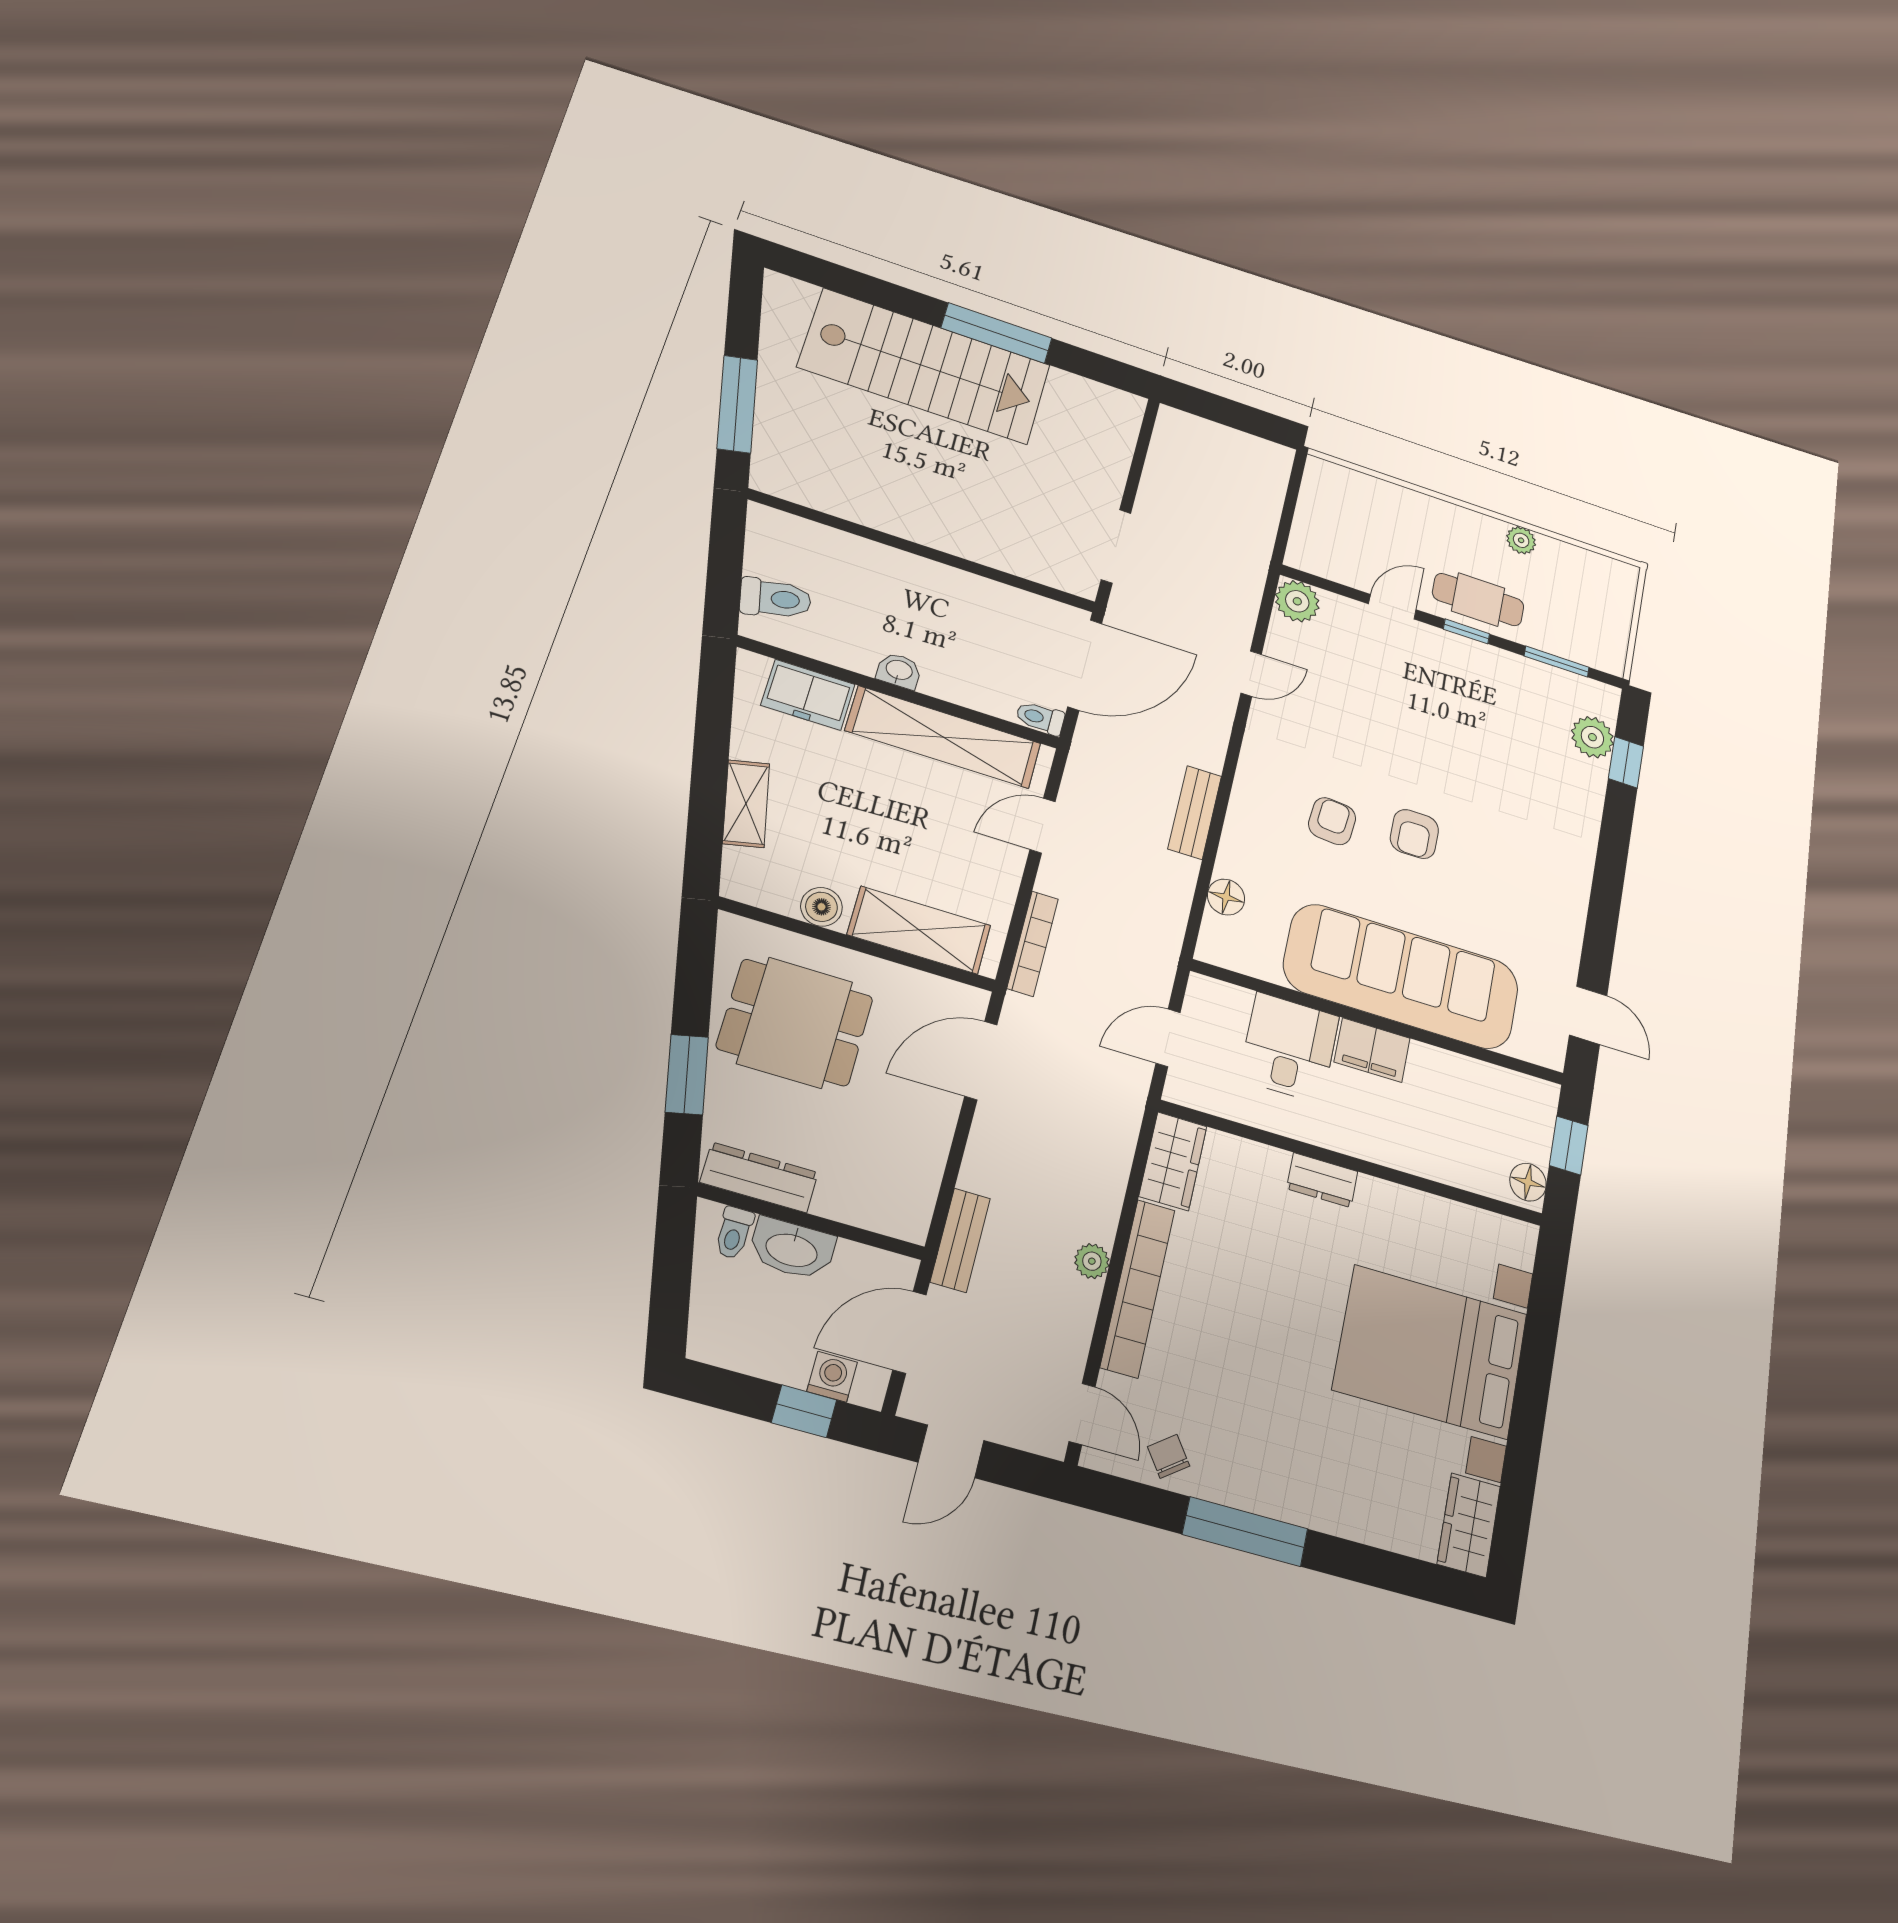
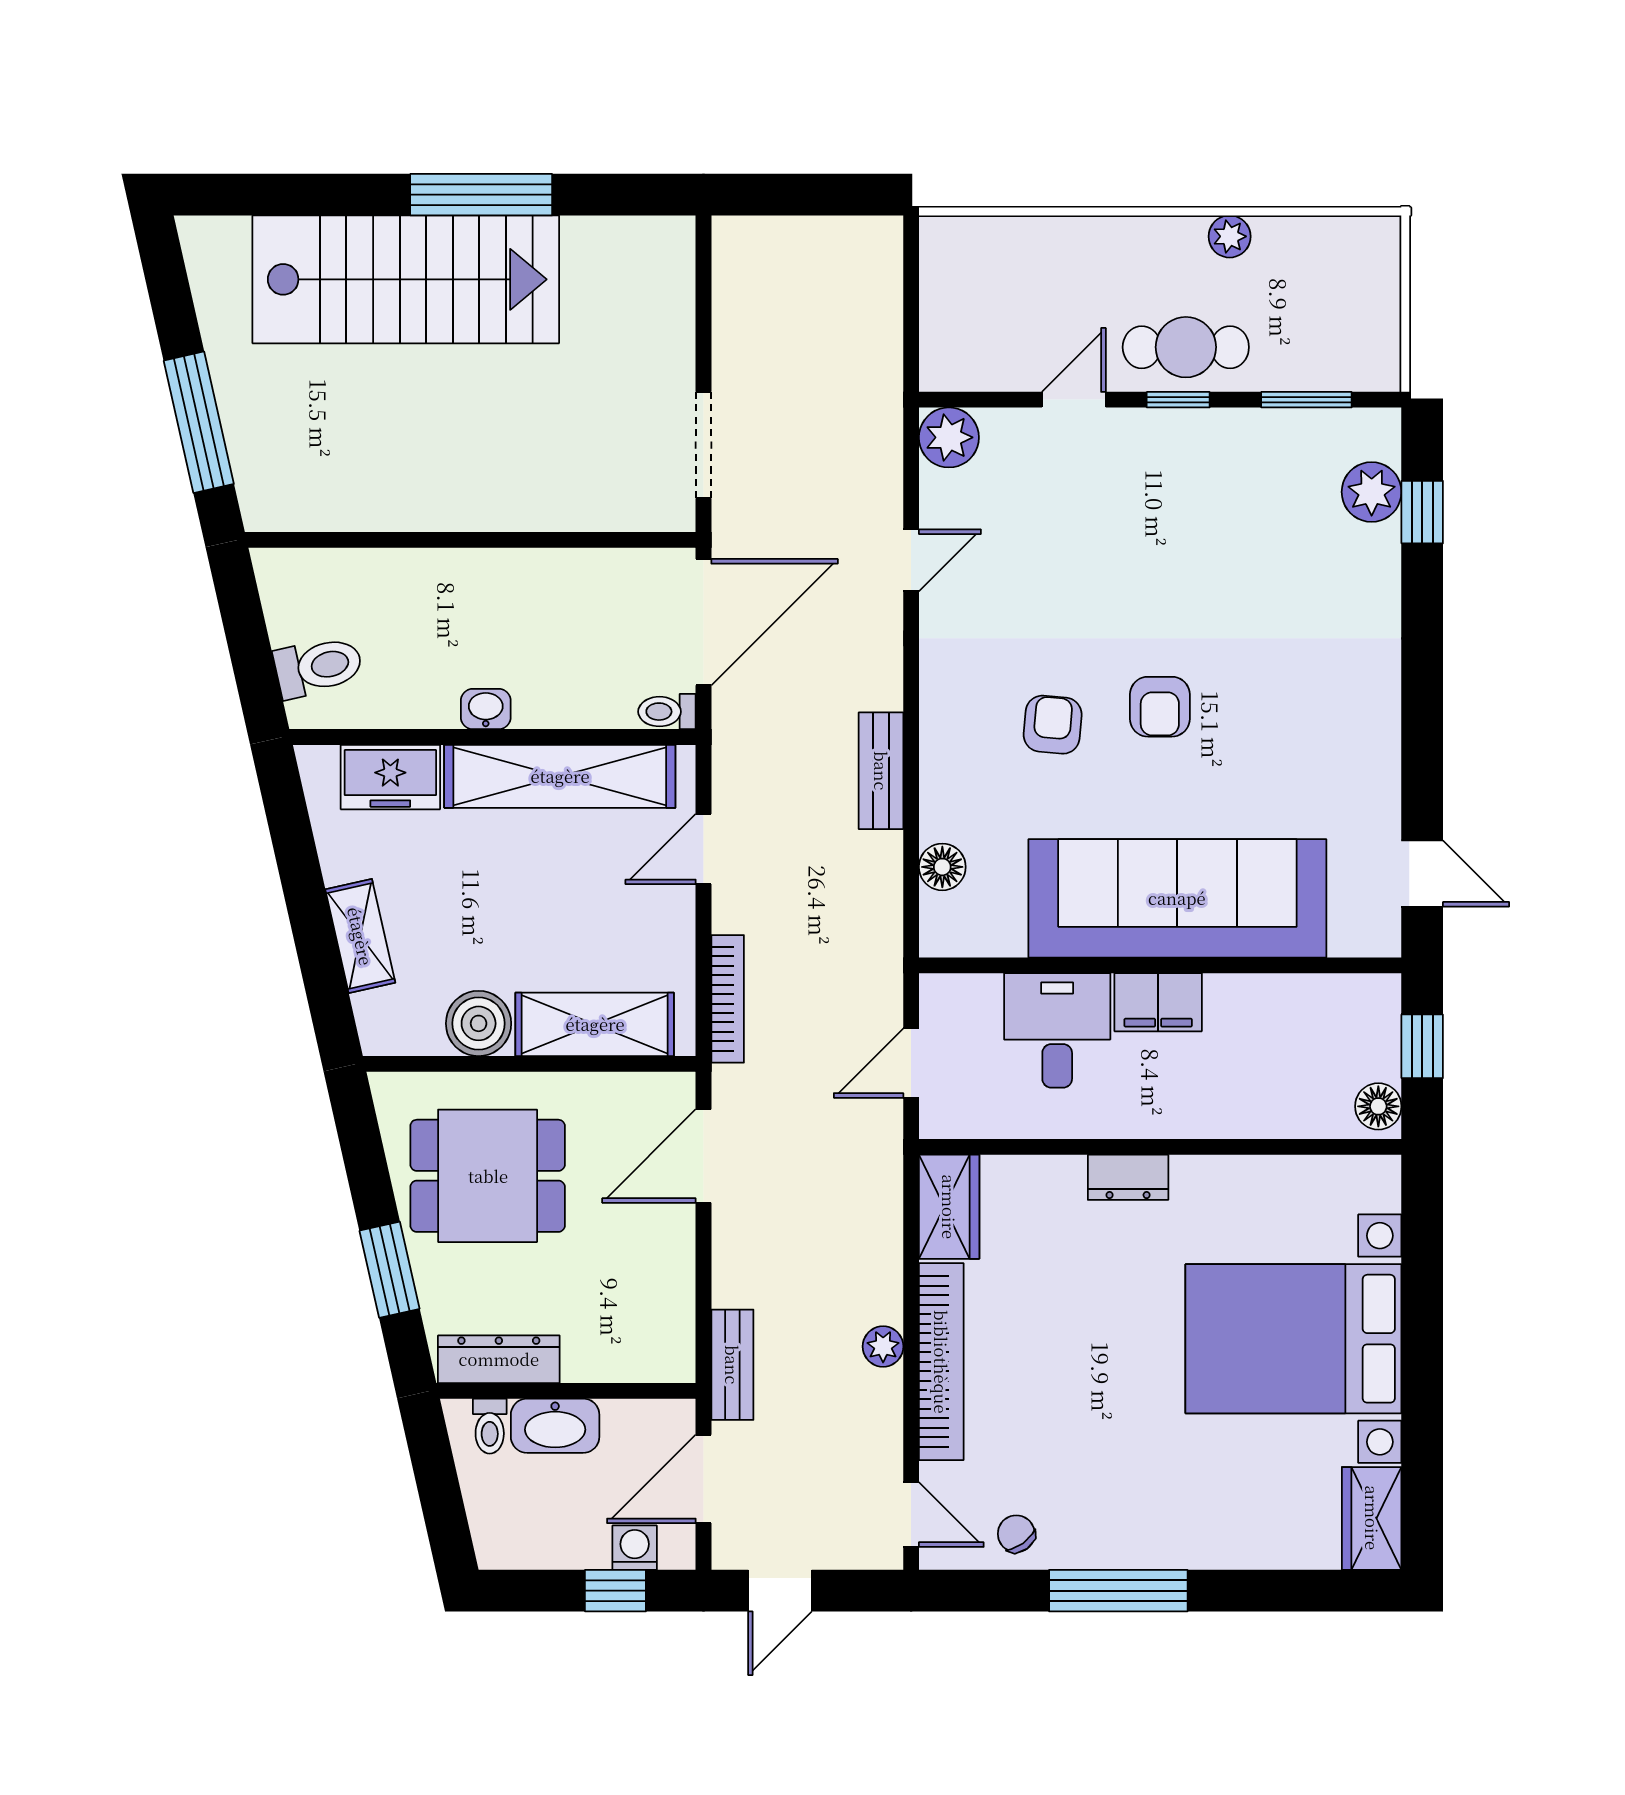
boiler: (821, 907) -> (479, 1023), width x1.36, depth x1.36

